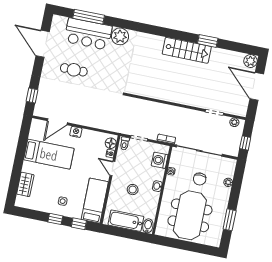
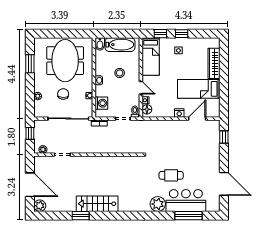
cafe table: (74, 70) -> (171, 175), moved
wardrobe: (25, 184) -> (214, 63), width x1.50

